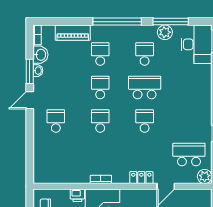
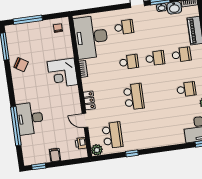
school desk: (145, 87) -> (160, 93), removed
school desk: (145, 121) -> (134, 97), width x1.85
desk: (62, 164) -> (91, 37), added
printer: (77, 195) -> (81, 143), moved

